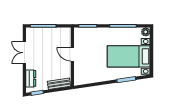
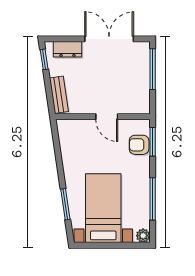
armchair: (90, 34) -> (139, 145), added
double door: (24, 53) -> (109, 39), width x1.37
door: (72, 54) -> (107, 117), swing flipped

